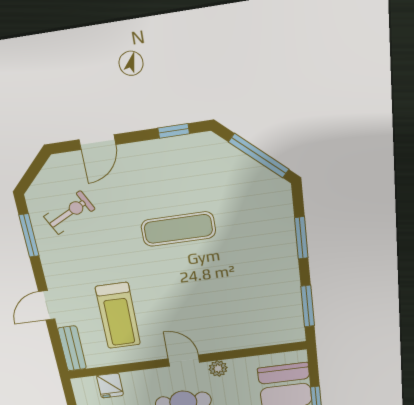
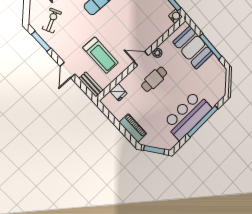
water cooler: (294, 333) -> (175, 16), added

